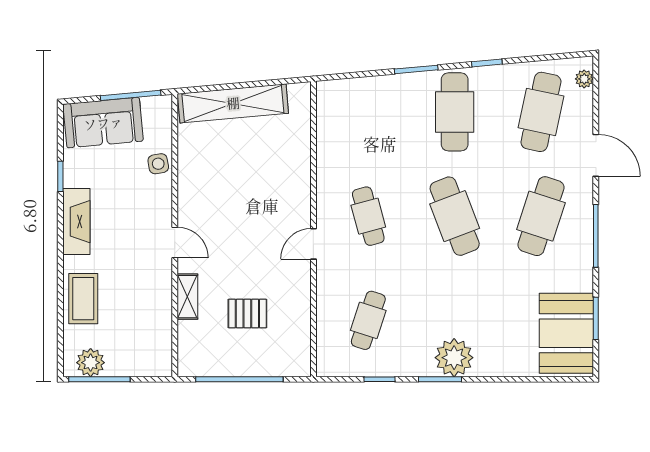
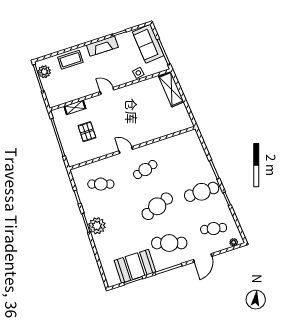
shelving: (233, 103) -> (171, 89), width x0.68
cafe table: (541, 112) -> (214, 229), width x0.73, depth x0.74
door: (175, 242) -> (107, 91), swing flipped
shelving: (187, 297) -> (75, 107), moved
booth: (566, 333) -> (135, 266), moved

